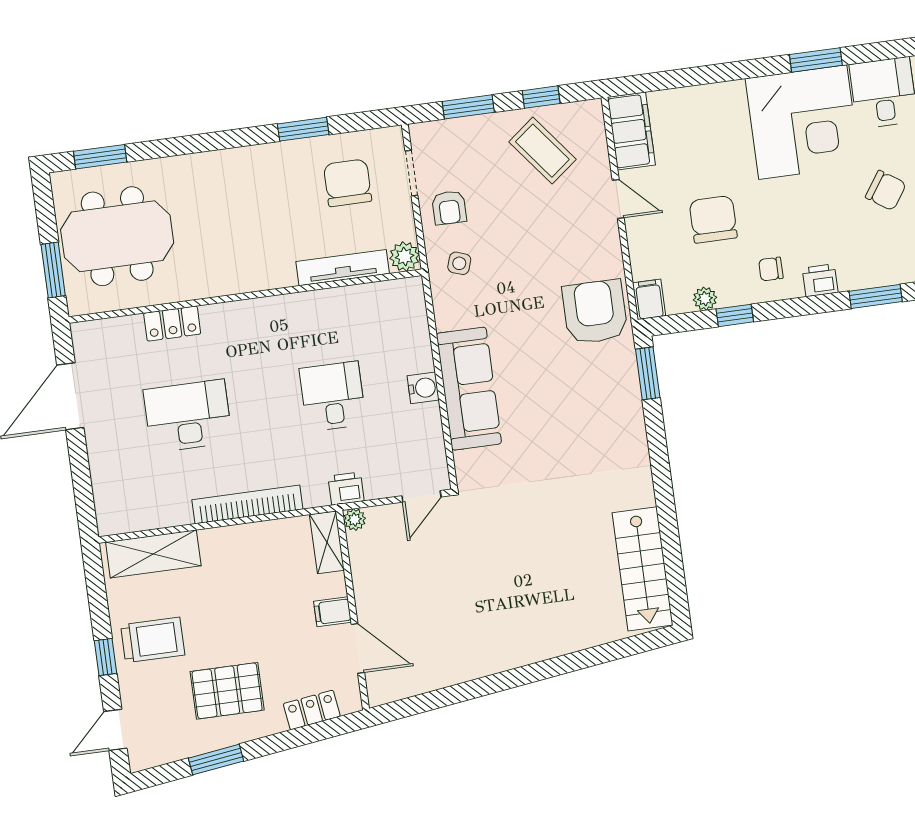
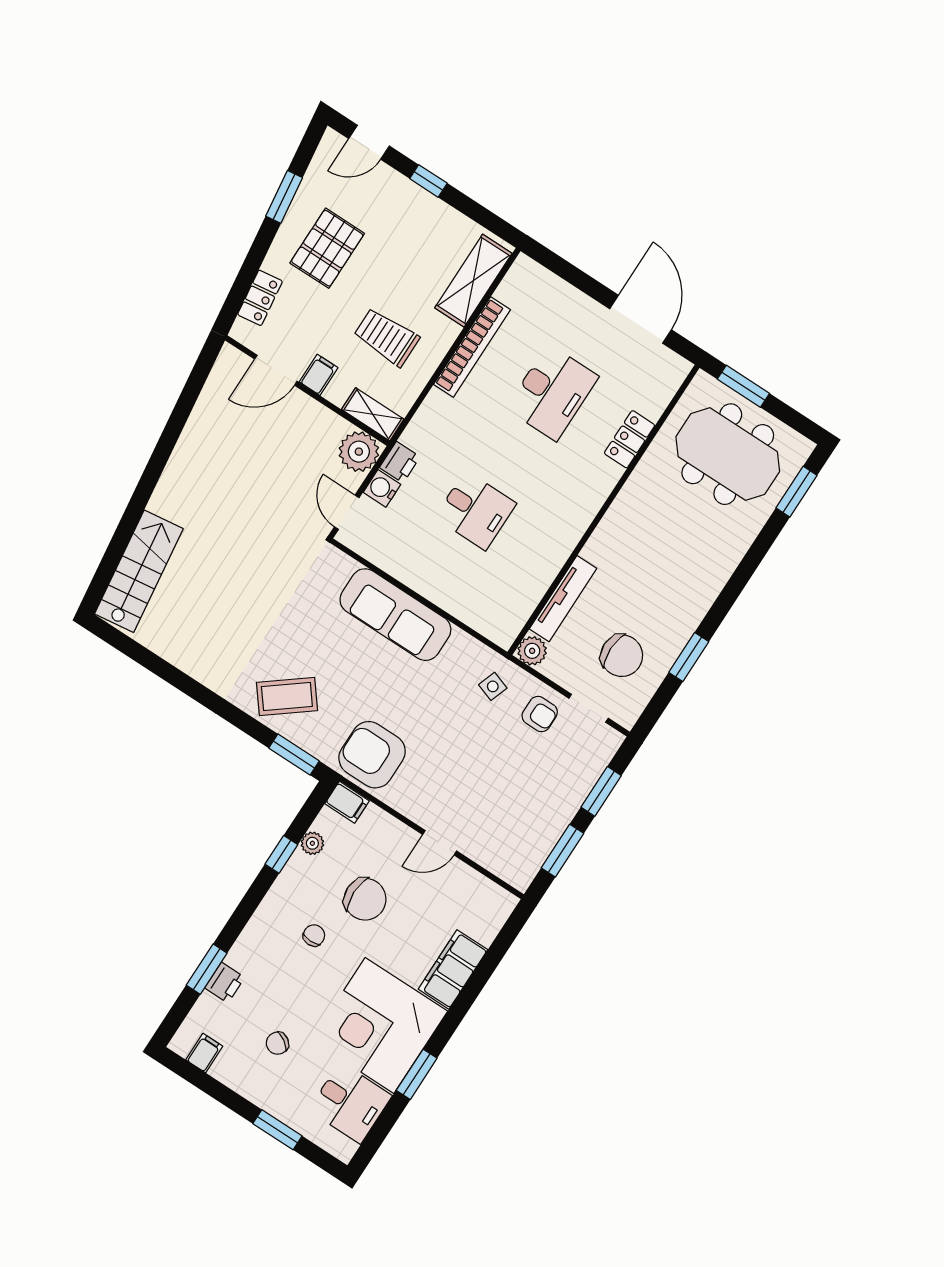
window: (541, 97) -> (562, 851), width x1.50
filing cabinet: (631, 131) -> (453, 969), moved, turned 90
coffee table: (542, 151) -> (287, 696), moved
chair: (886, 190) -> (277, 1043), width x0.73, depth x0.73
armchair: (449, 208) -> (540, 714), turned 180
meeting table: (117, 236) -> (728, 454), turned 90
chair: (771, 269) -> (314, 935), moved
printer: (820, 280) -> (225, 983), moved
armchair: (595, 312) -> (372, 755), turned 180
water cooler: (423, 388) -> (382, 488), moved, turned 90
bookcase: (247, 504) -> (472, 347), moved
plant: (355, 520) -> (359, 452), width x1.88, depth x1.88
stairs: (643, 569) -> (139, 571), moved, turned 82
trolley: (153, 640) -> (387, 337), moved, turned 90
door: (115, 730) -> (369, 142), swing flipped

